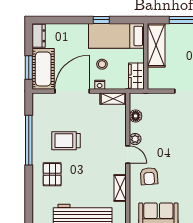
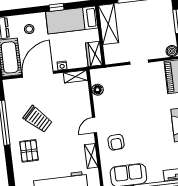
stool: (102, 64) -> (29, 29), moved
plant: (135, 139) -> (100, 110), removed
trolley: (66, 141) -> (38, 119), turned -136
door: (128, 154) -> (95, 125), swing flipped

